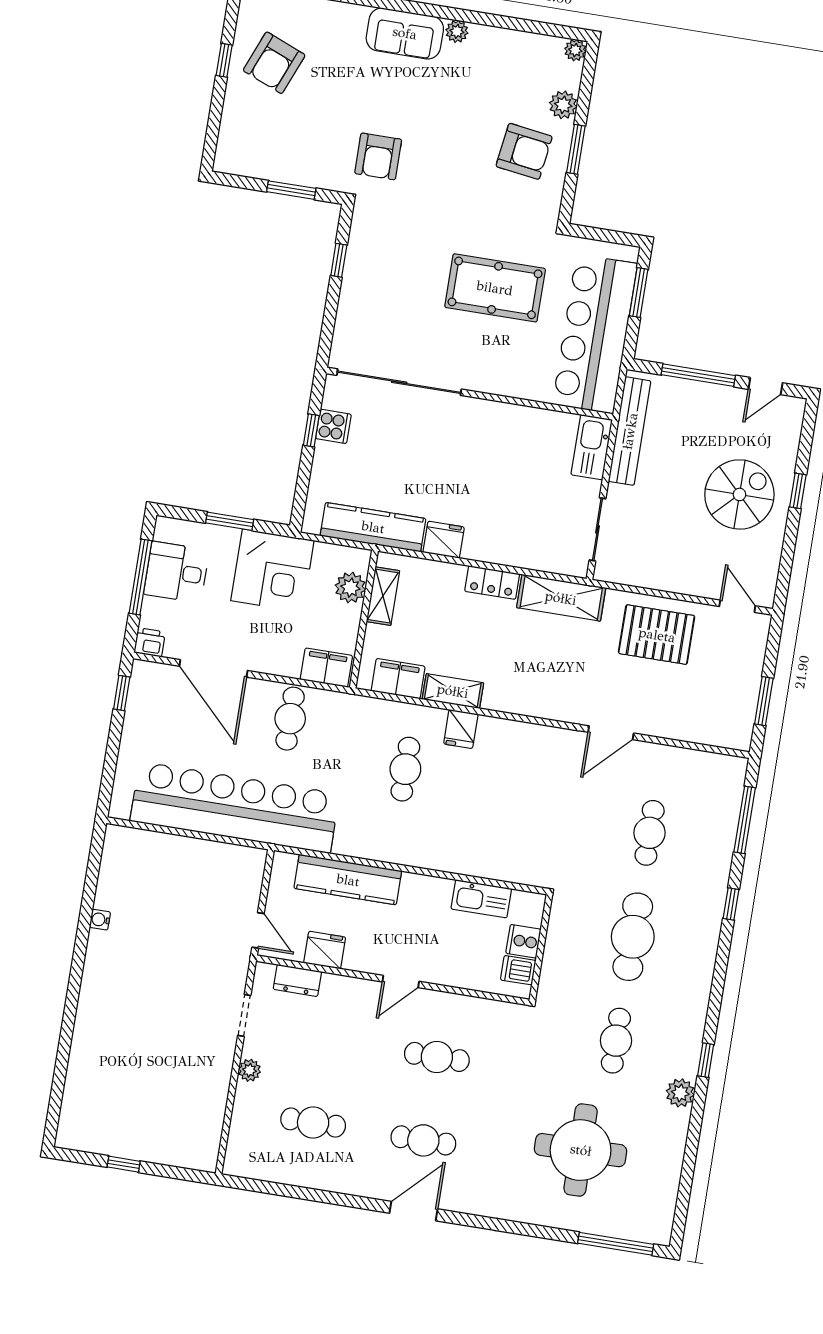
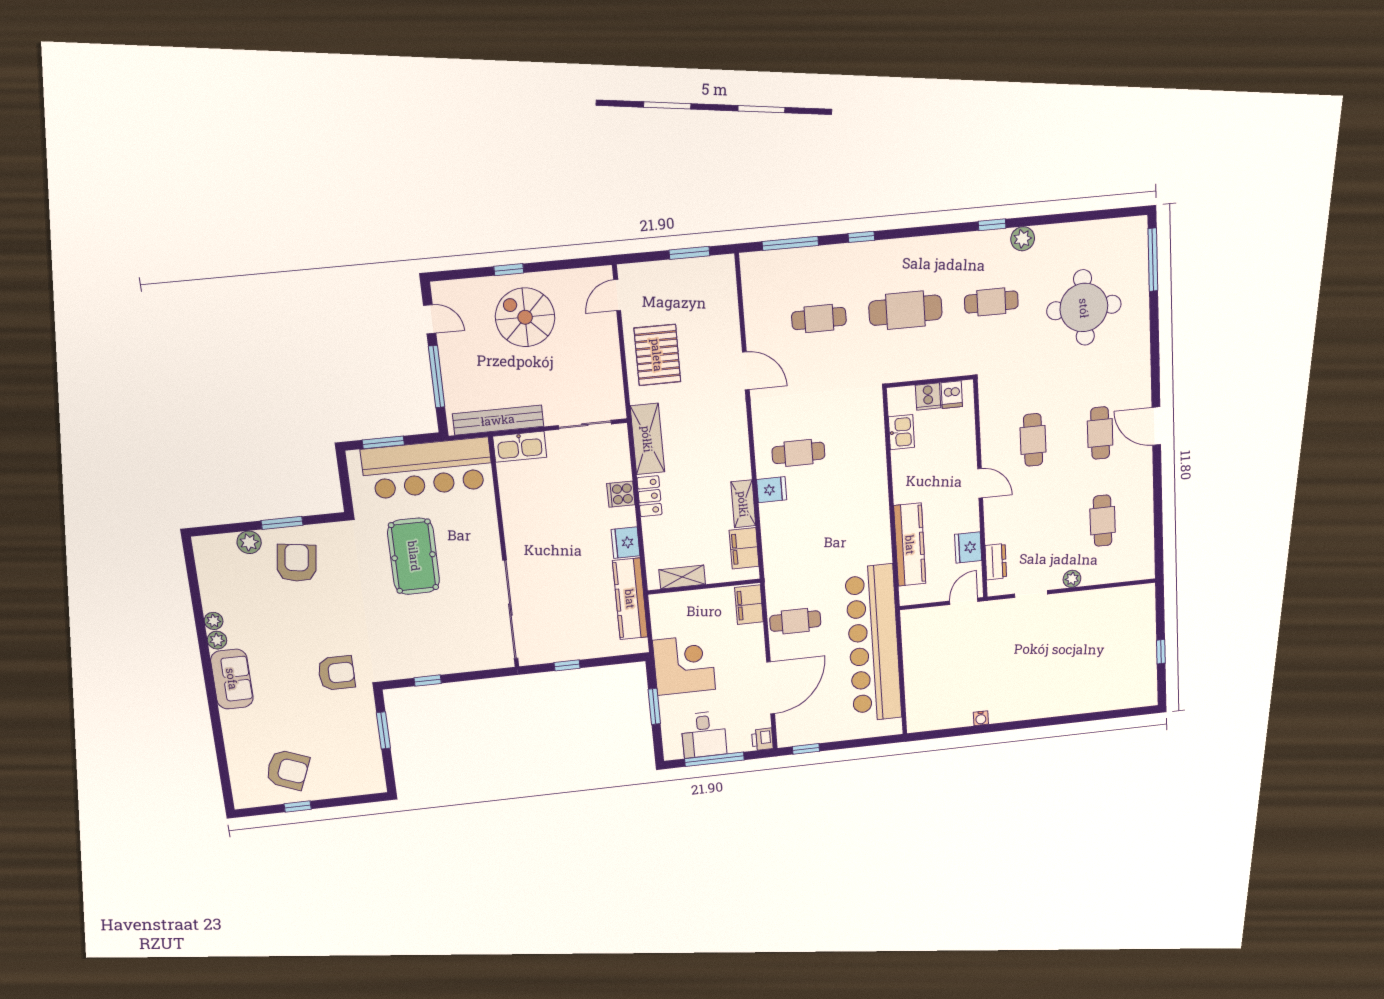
plant: (575, 50) -> (214, 621), moved
cooker: (333, 426) -> (621, 494), moved, turned -90
plant: (350, 588) -> (682, 603), removed
cafe table: (405, 769) -> (798, 453), moved
kitchen sink: (481, 899) -> (901, 432), width x0.73

